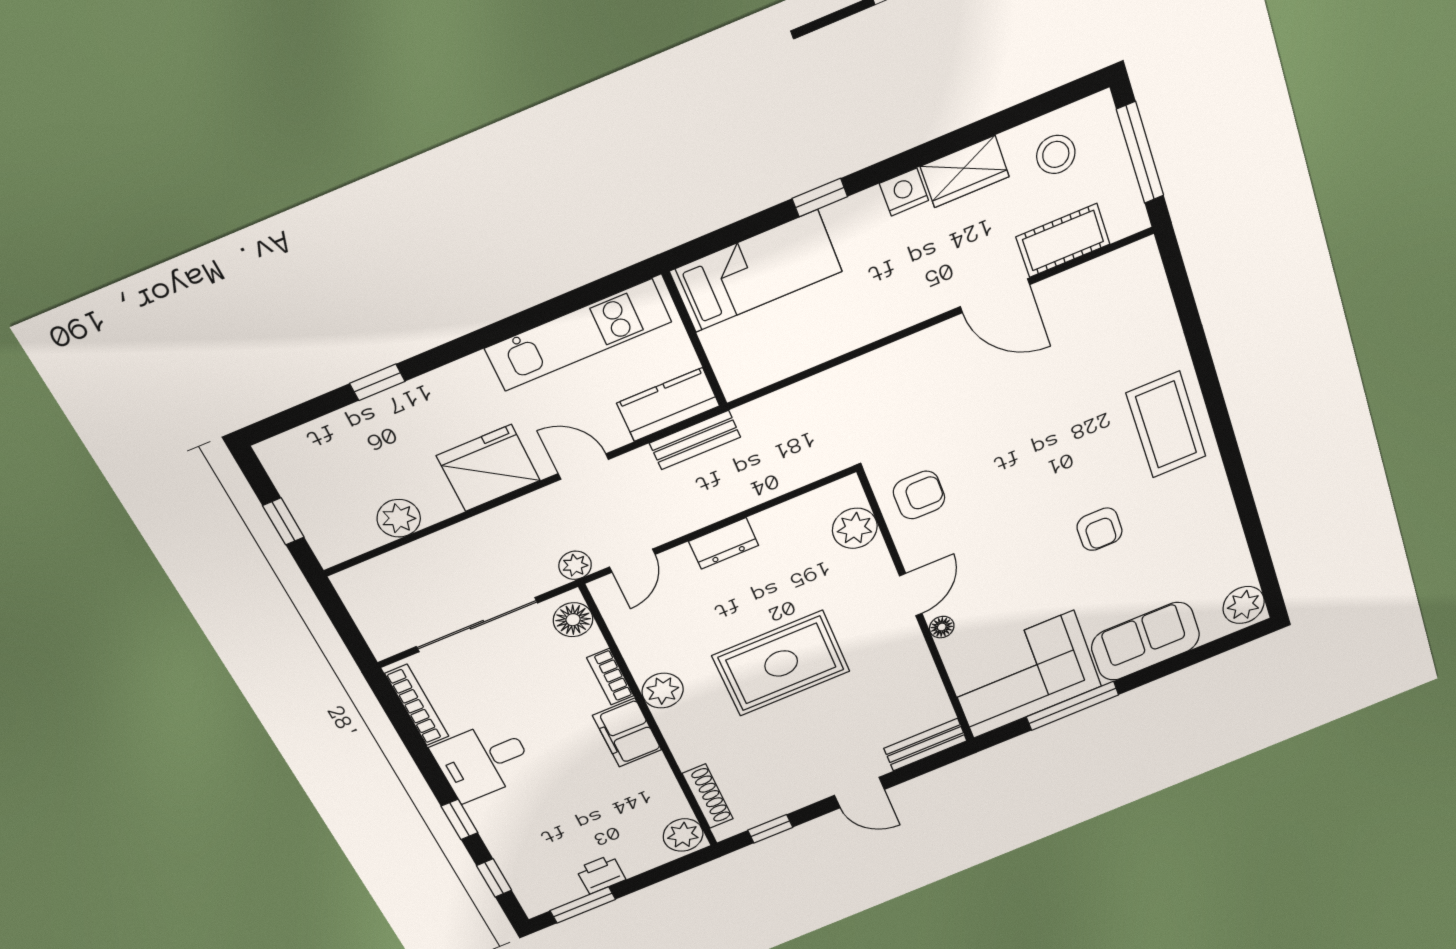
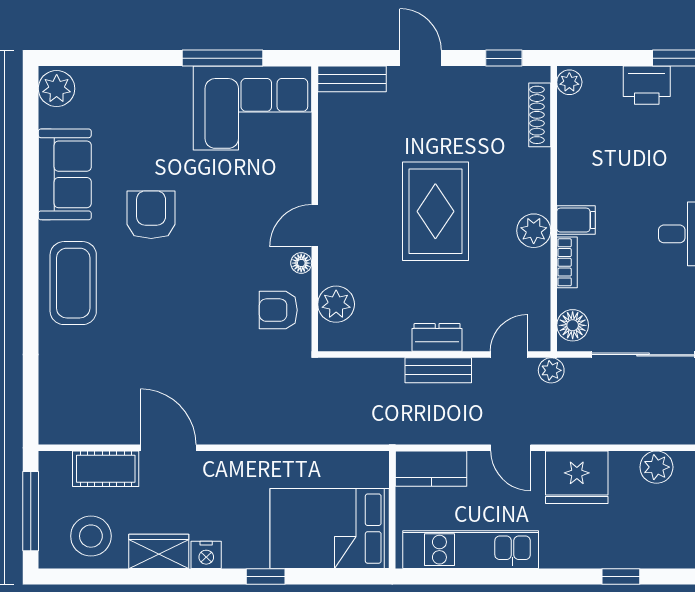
stool: (1056, 154) -> (91, 536), width x1.38, depth x1.38
bed: (756, 271) -> (330, 529), width x1.50
bench: (695, 440) -> (438, 370), moved
armchair: (1100, 529) -> (151, 215), width x1.38, depth x1.38
floor lamp: (942, 627) -> (301, 263), moved
sofa: (1145, 641) -> (65, 174), moved, turned -90
rug: (781, 663) -> (435, 211), turned 90
filing cabinet: (627, 733) -> (576, 220), width x0.50
plant: (683, 835) -> (569, 82), width x0.73, depth x0.73
printer: (601, 874) -> (647, 85), width x1.36, depth x1.24

